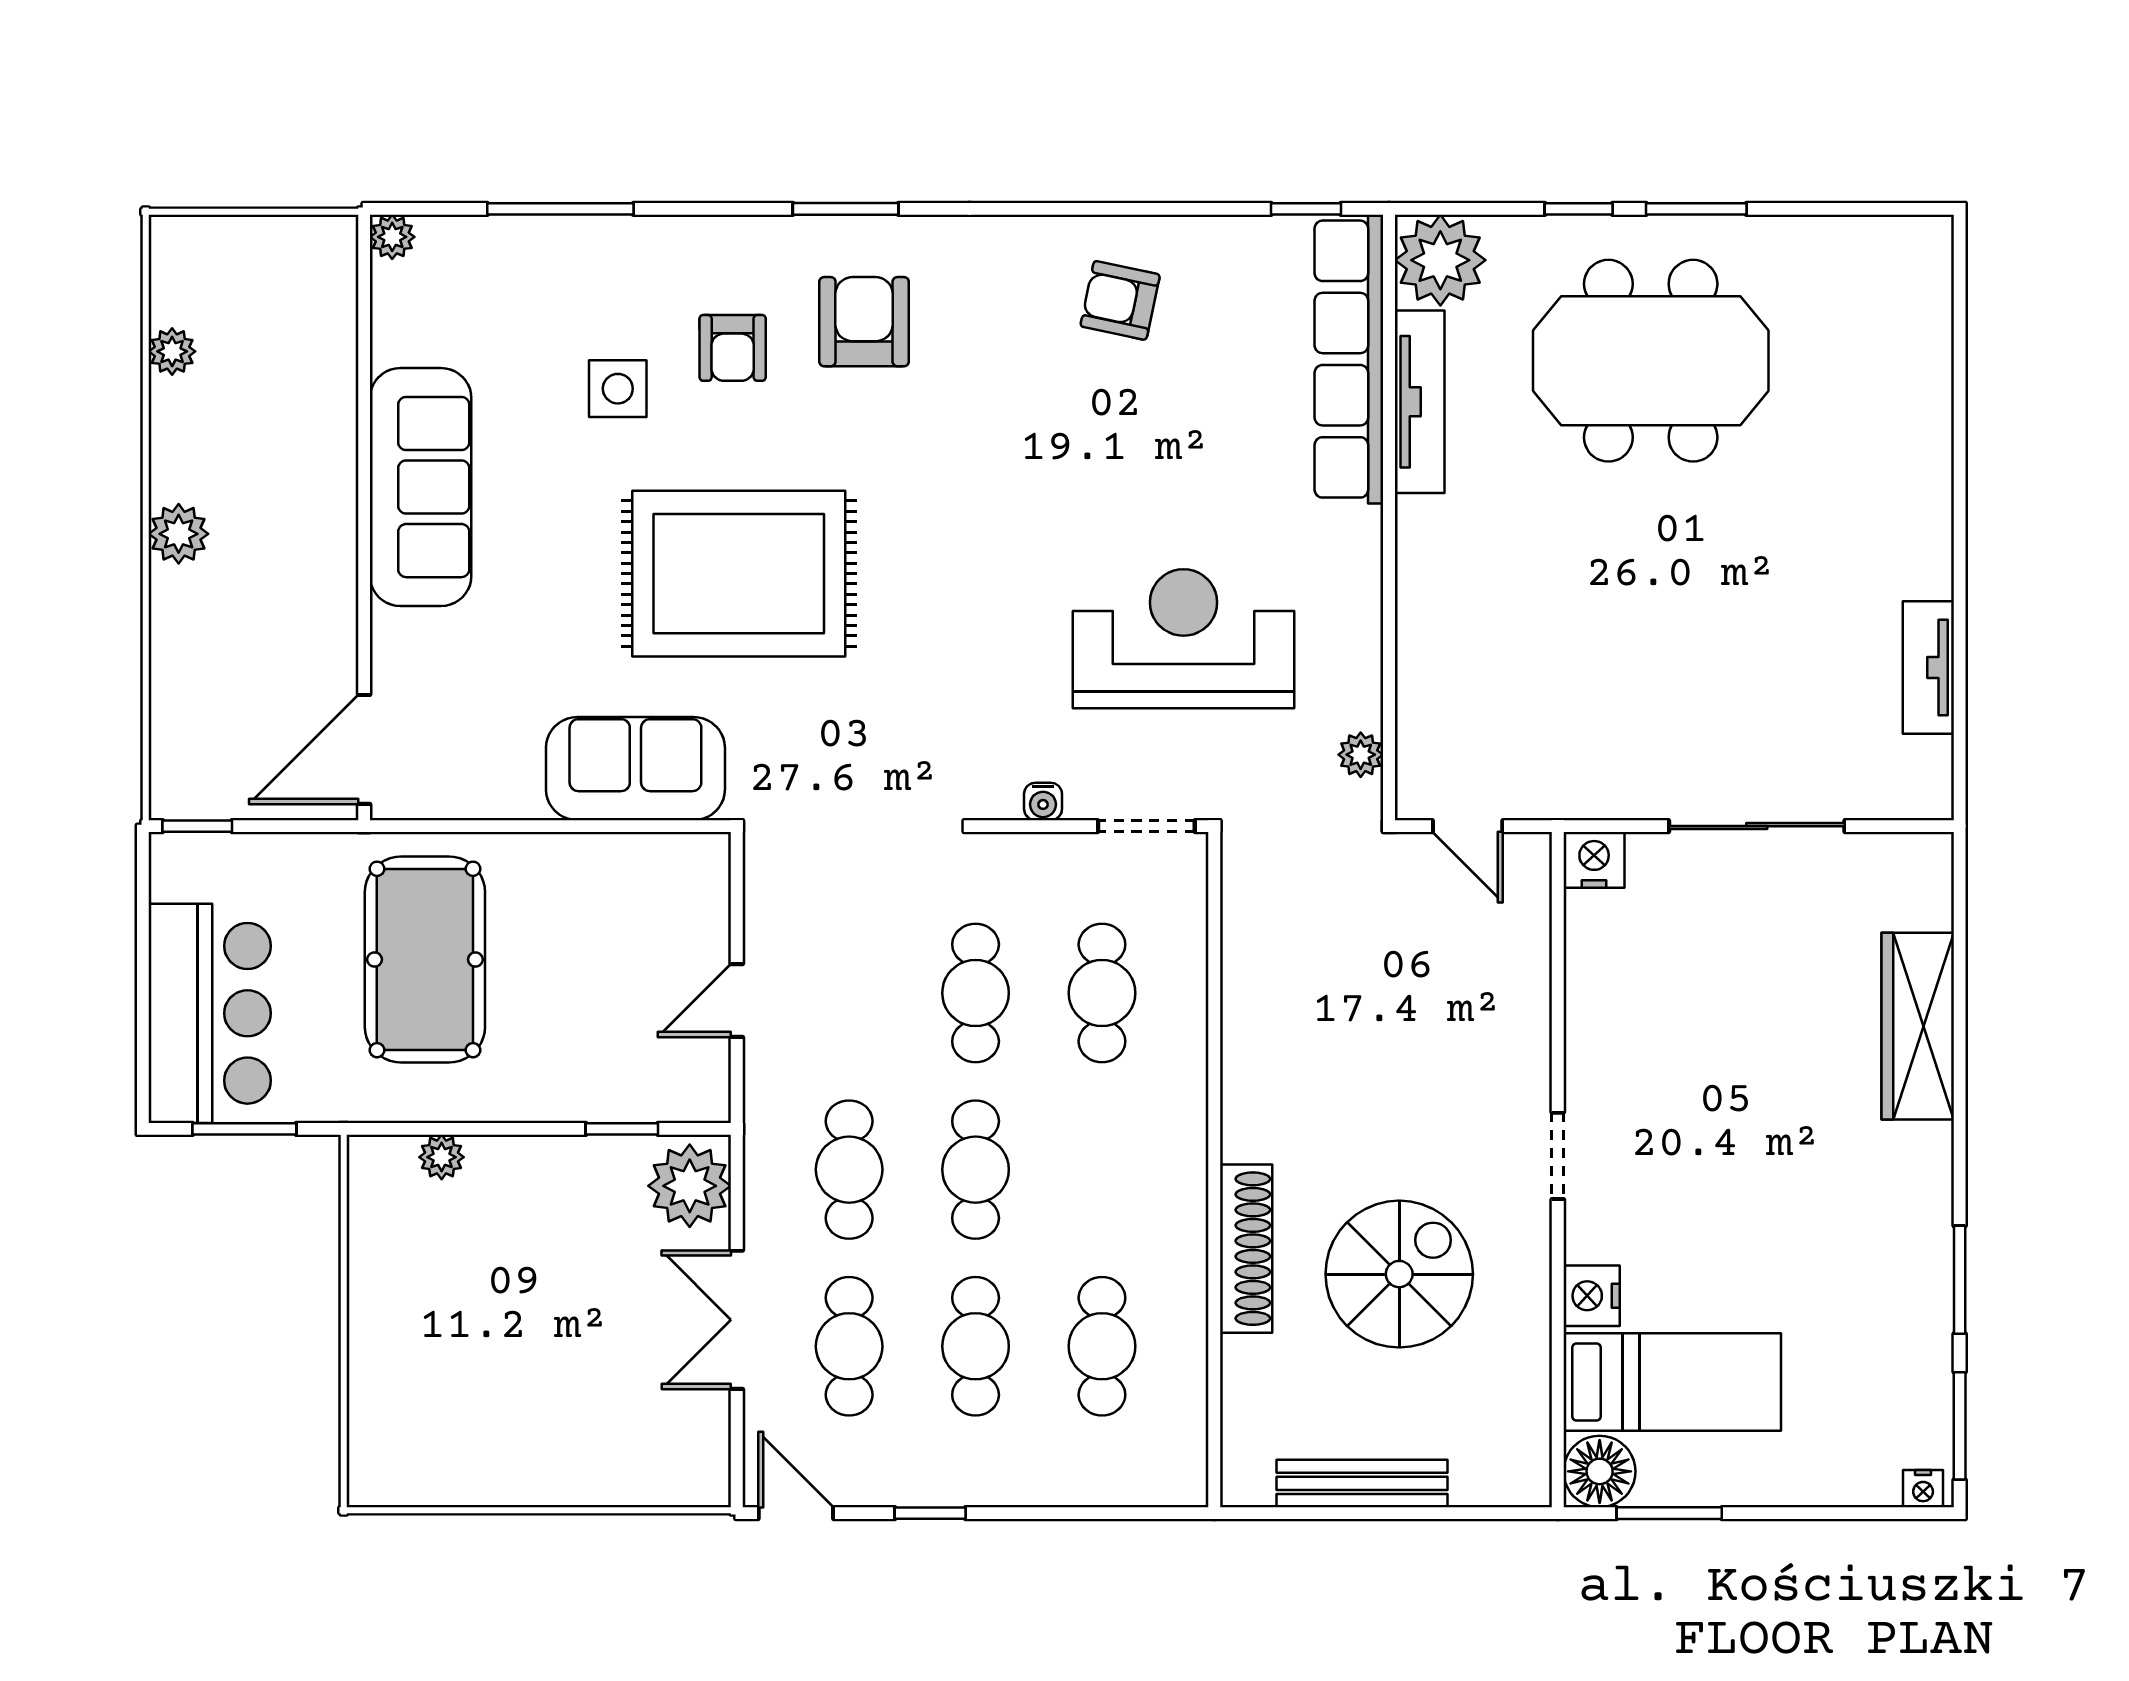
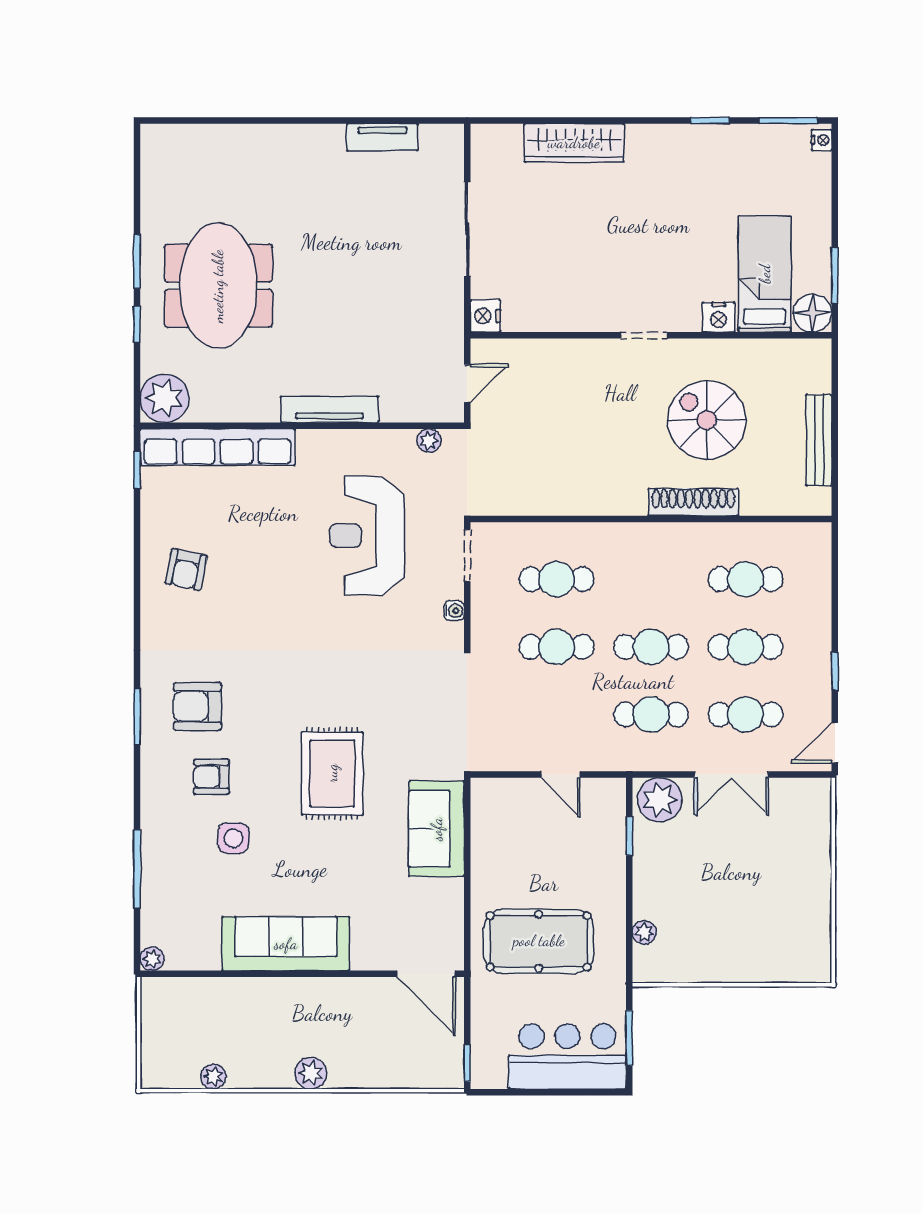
armchair: (733, 348) -> (211, 777), turned 180
tv unit: (1420, 402) -> (330, 409), moved
rug: (739, 574) -> (332, 773), width x0.73, depth x0.69
window: (1960, 1280) -> (710, 120), width x0.67

